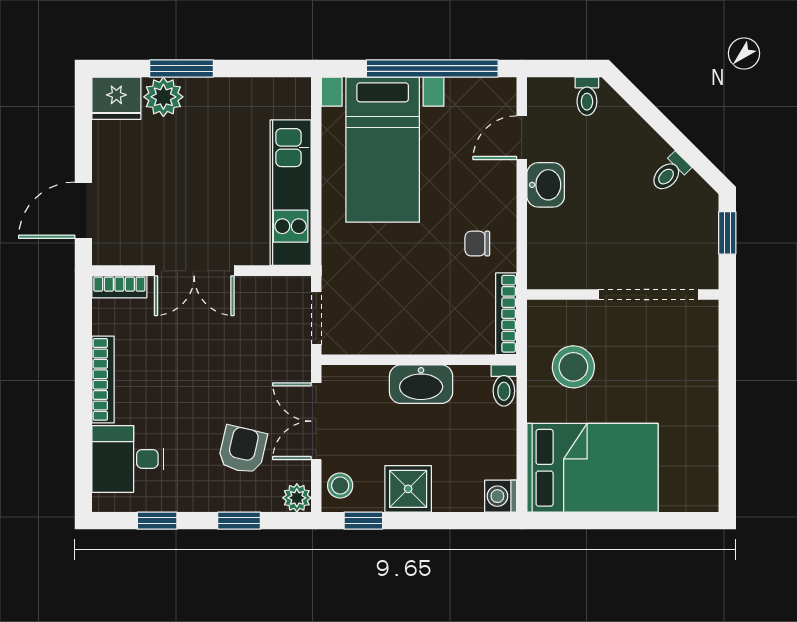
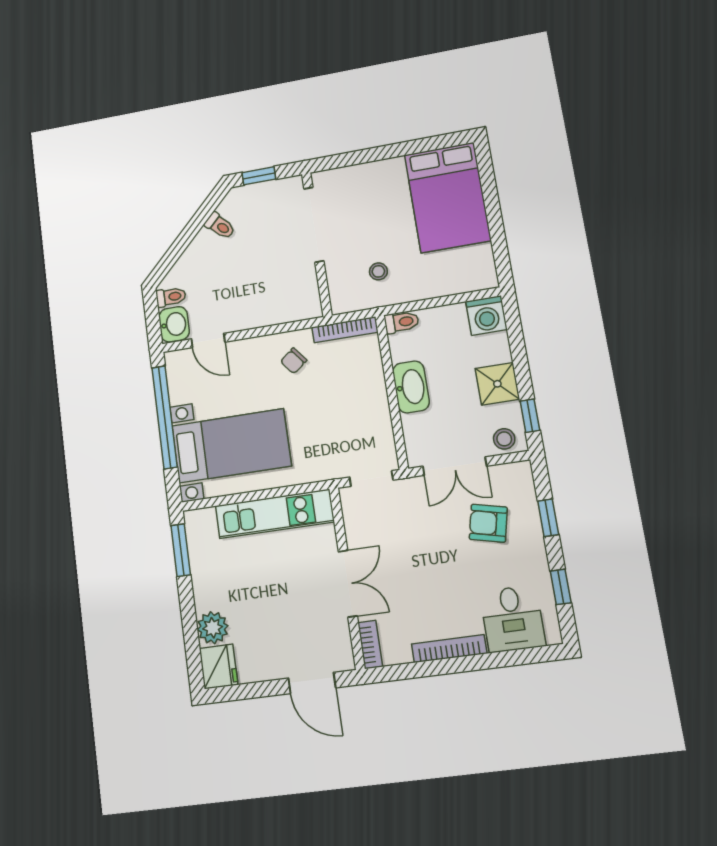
window: (181, 69) -> (181, 550), moved
washbasin: (546, 185) -> (174, 324), moved, turned 90
chair: (477, 244) -> (294, 361), turned 52
stool: (573, 367) -> (378, 271), width x0.53, depth x0.53
bed: (592, 468) -> (448, 197), moved, turned 180
washing machine: (501, 496) -> (486, 315), width x1.38, depth x1.38
plant: (297, 498) -> (521, 473), removed

